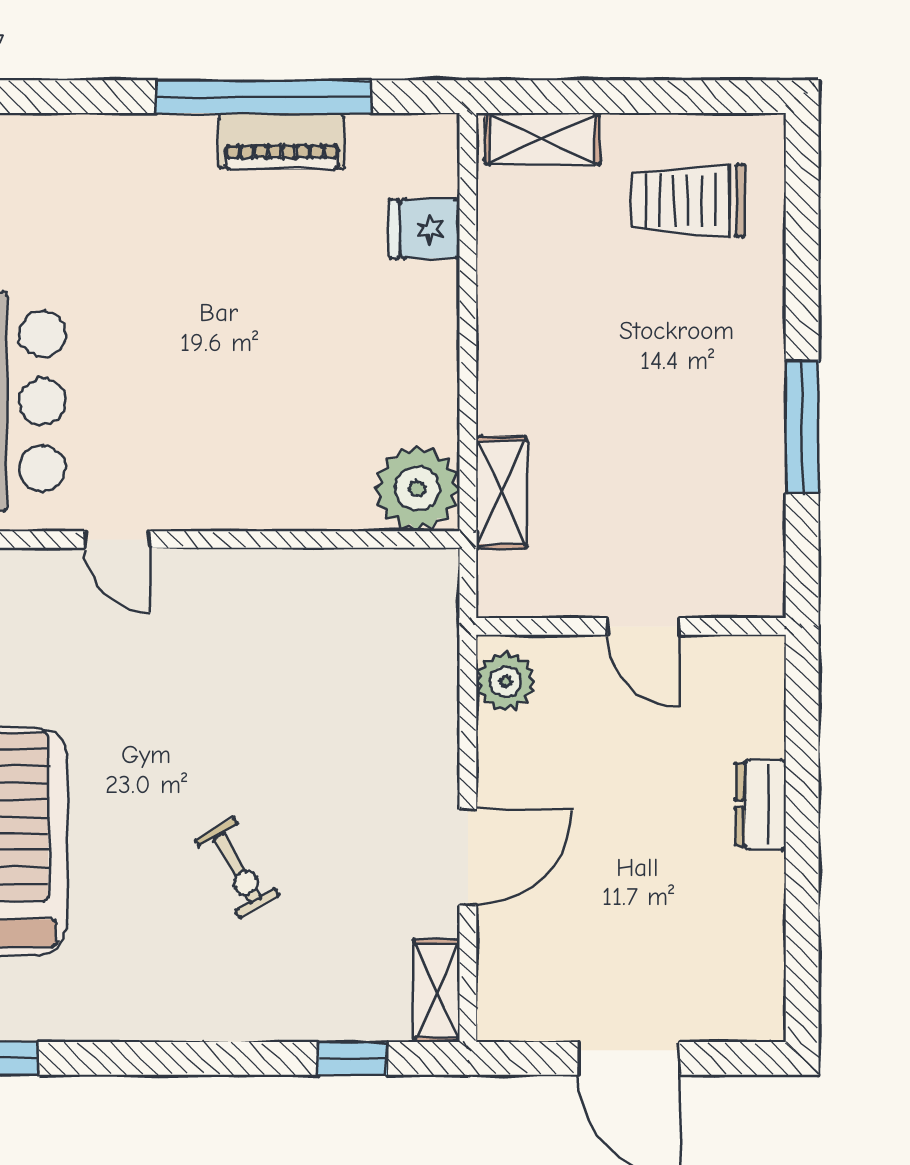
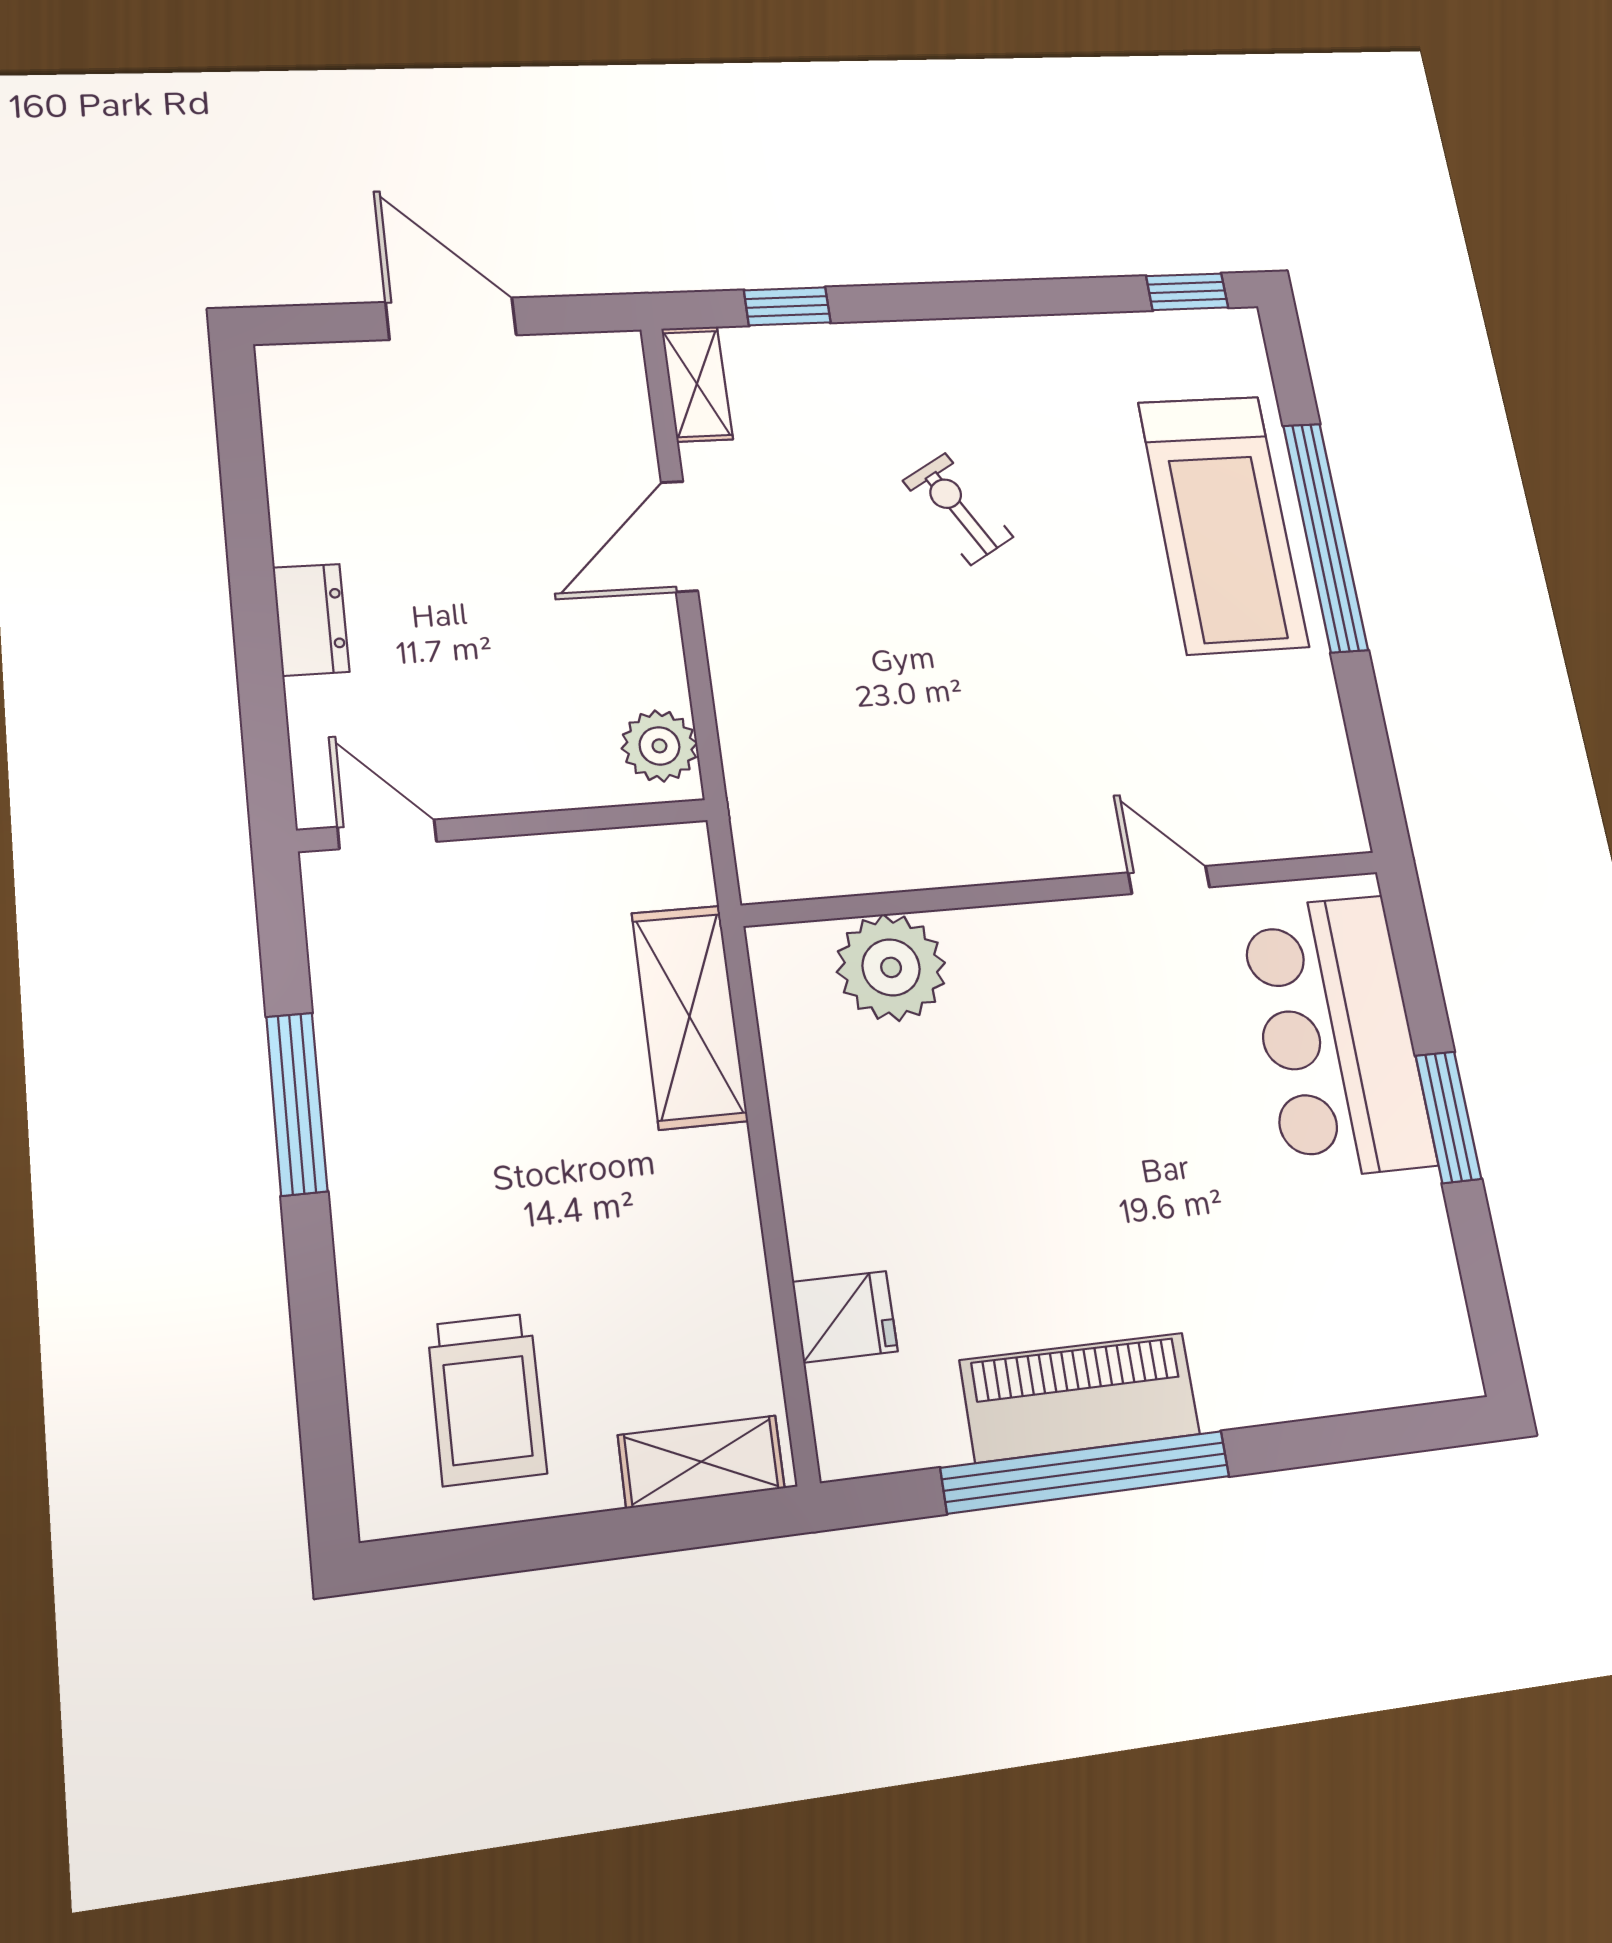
piano: (282, 141) -> (1080, 1397), width x1.37, depth x1.33
trolley: (688, 200) -> (487, 1399), turned 90
plant: (417, 489) -> (891, 967), moved
shelving: (501, 493) -> (689, 1016), width x1.50, depth x1.33
door: (643, 626) -> (387, 834), moved

